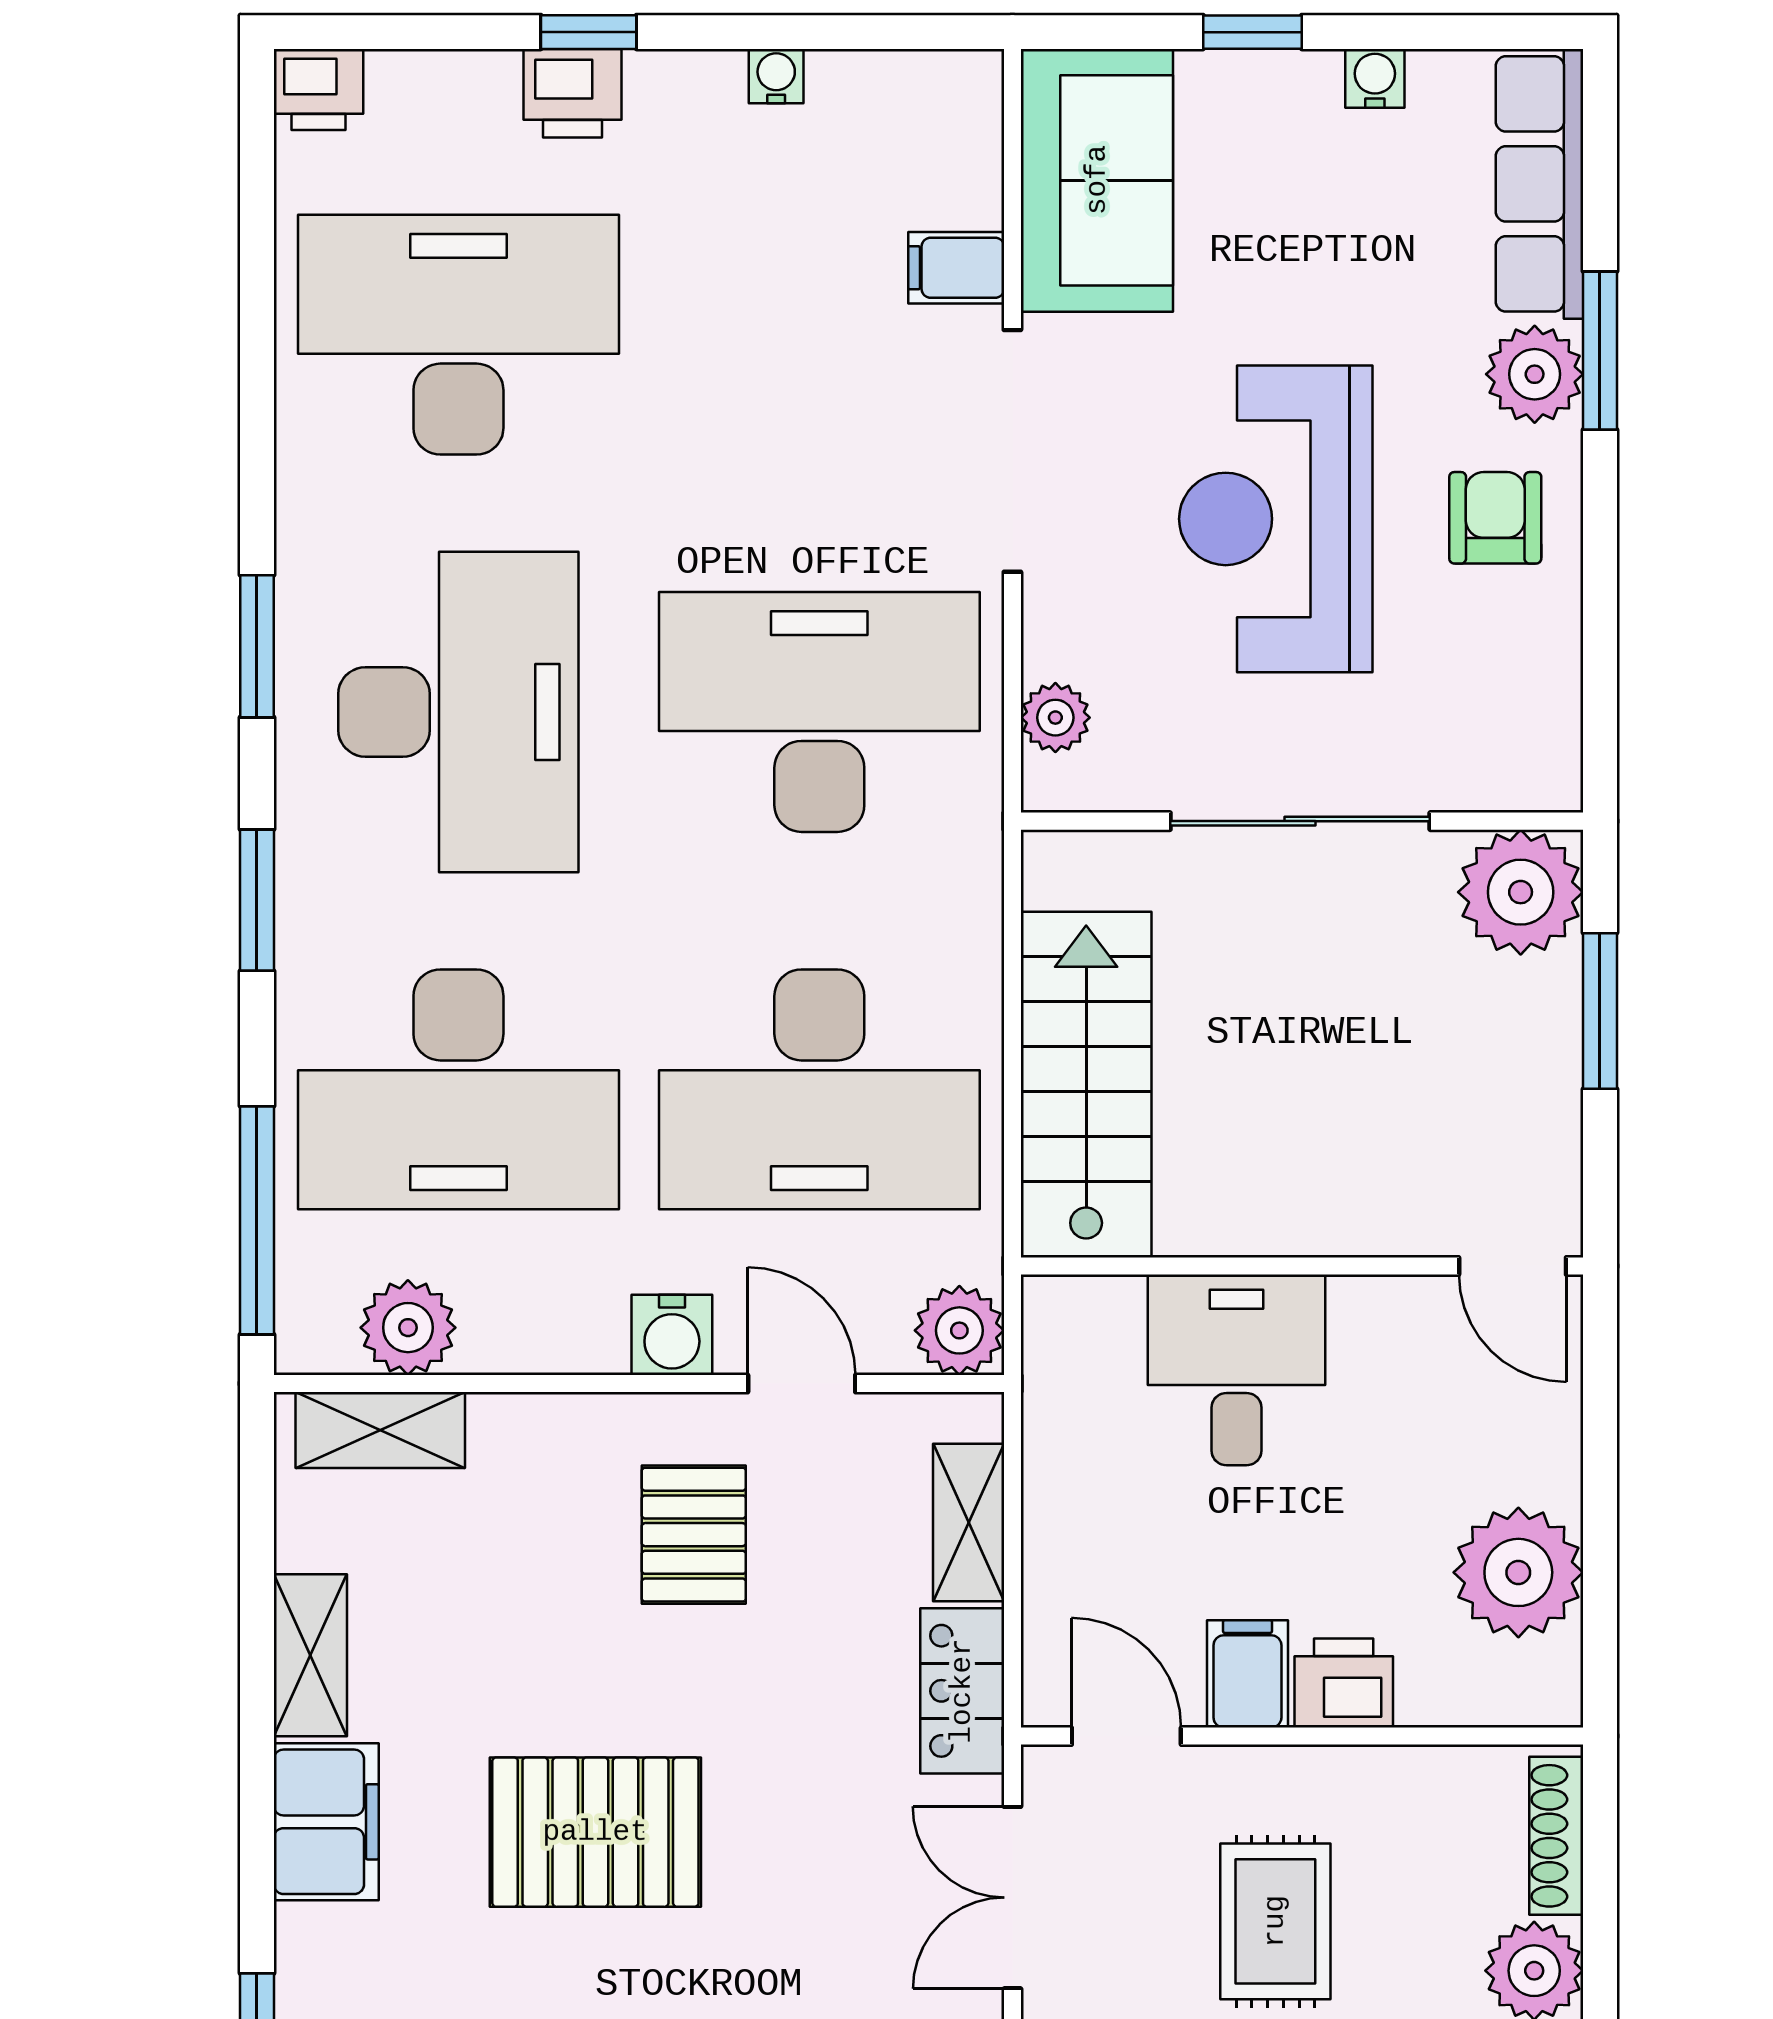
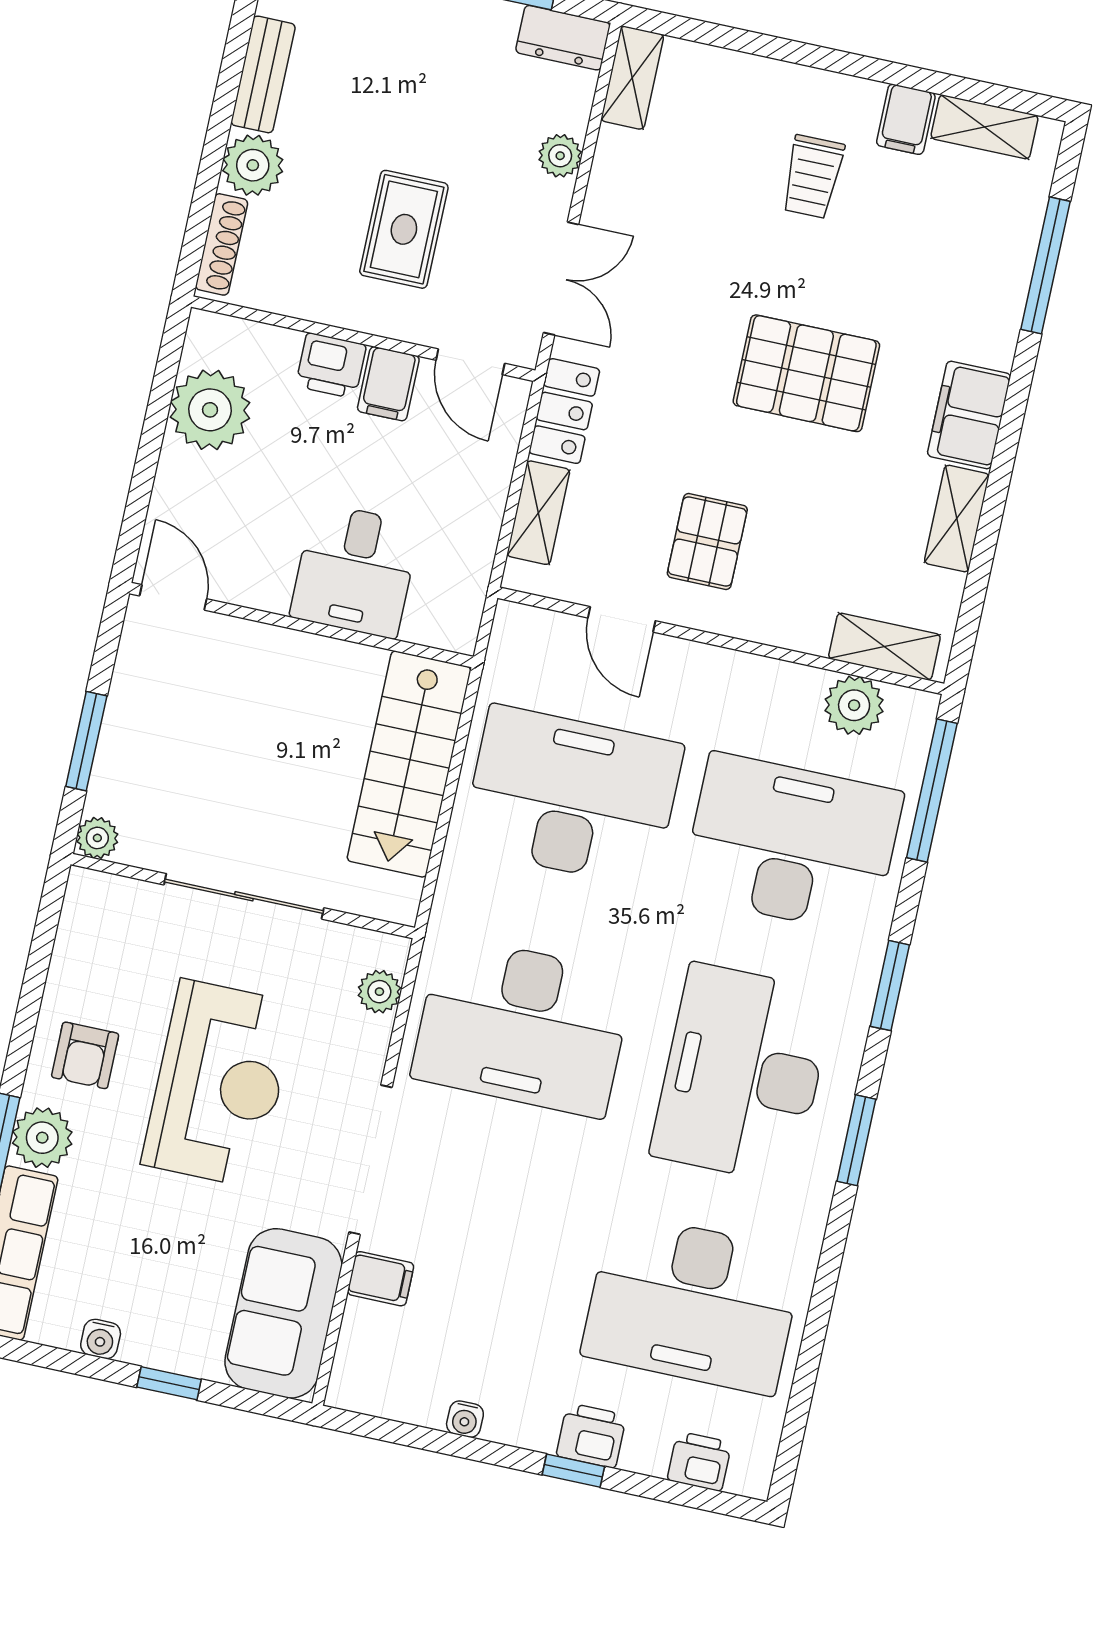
printer: (318, 90) -> (699, 1461), moved
plant: (1521, 892) -> (97, 838), width x0.53, depth x0.53
plant: (959, 1330) -> (519, 631), removed
water cooler: (672, 1335) -> (694, 666), removed

